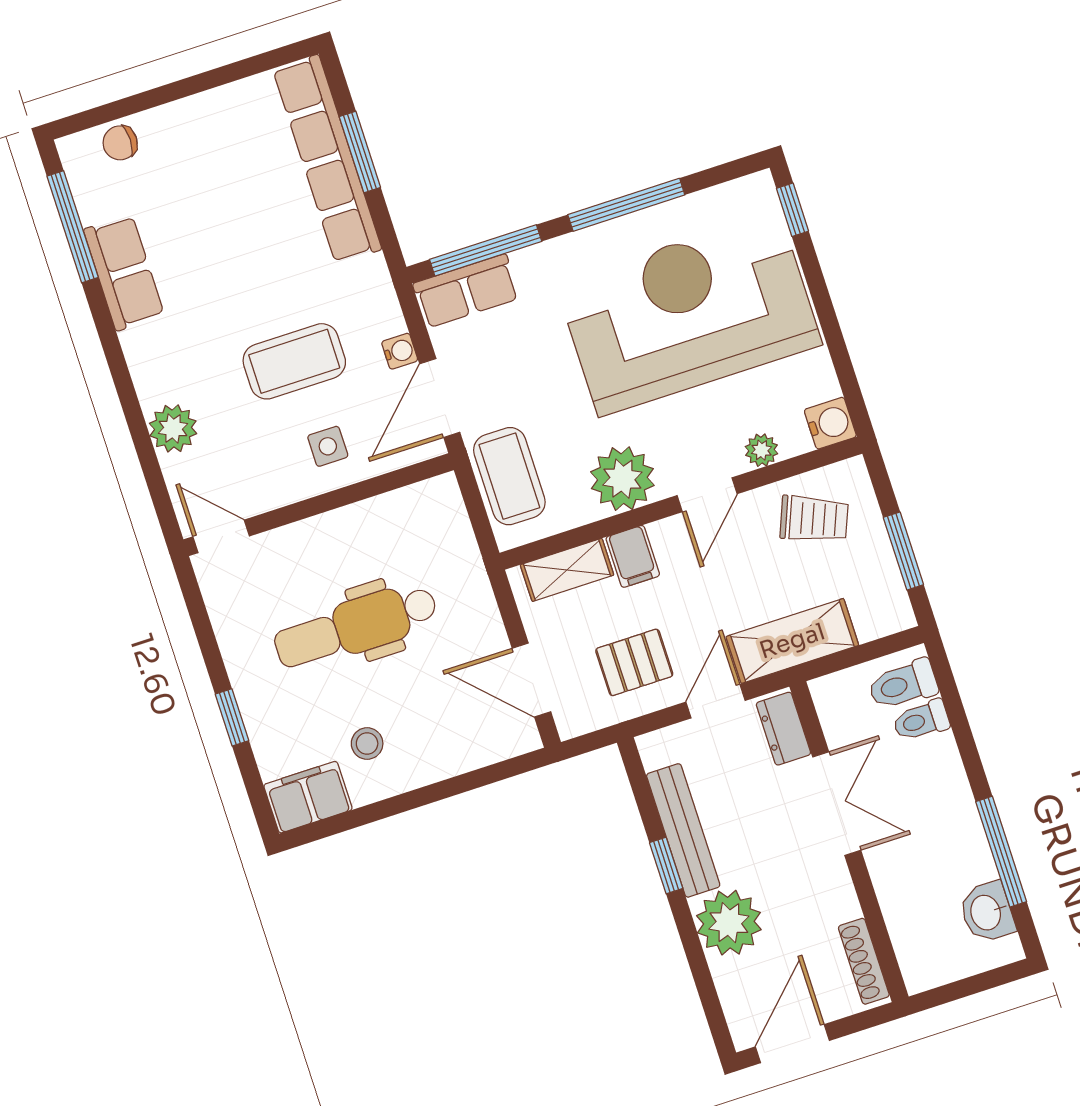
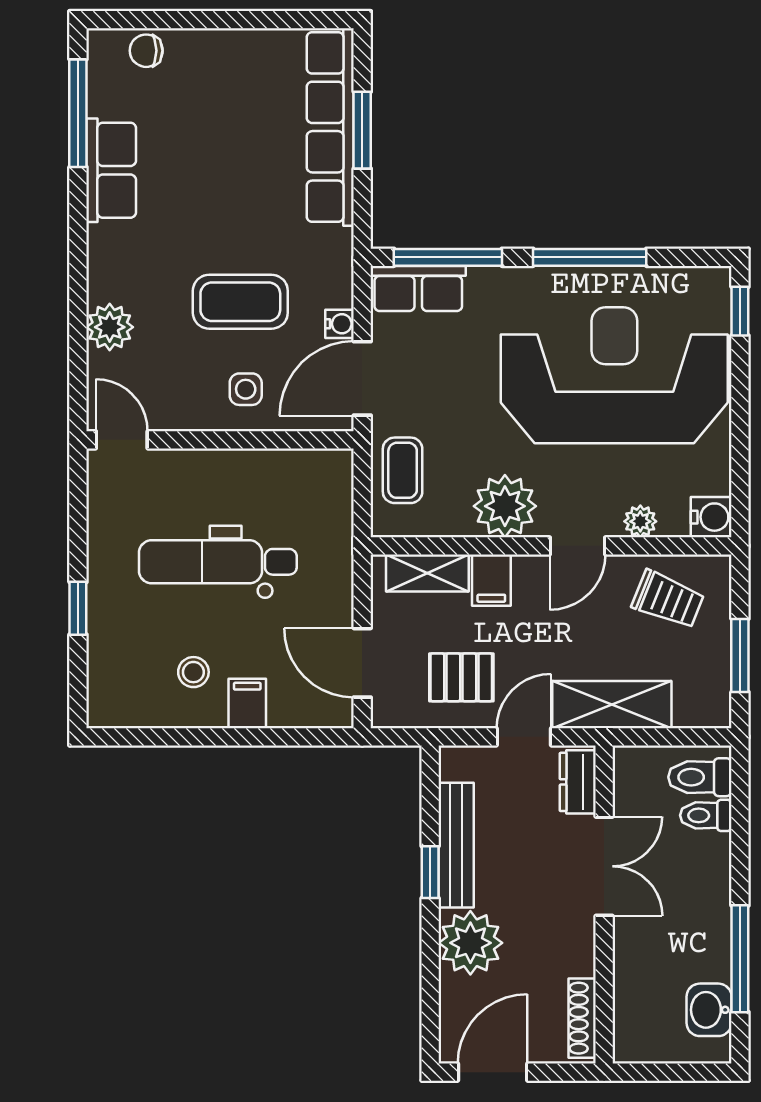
coffee table: (509, 476) -> (403, 470), width x0.73, depth x0.77
filing cabinet: (308, 797) -> (247, 704), moved, width x0.50

